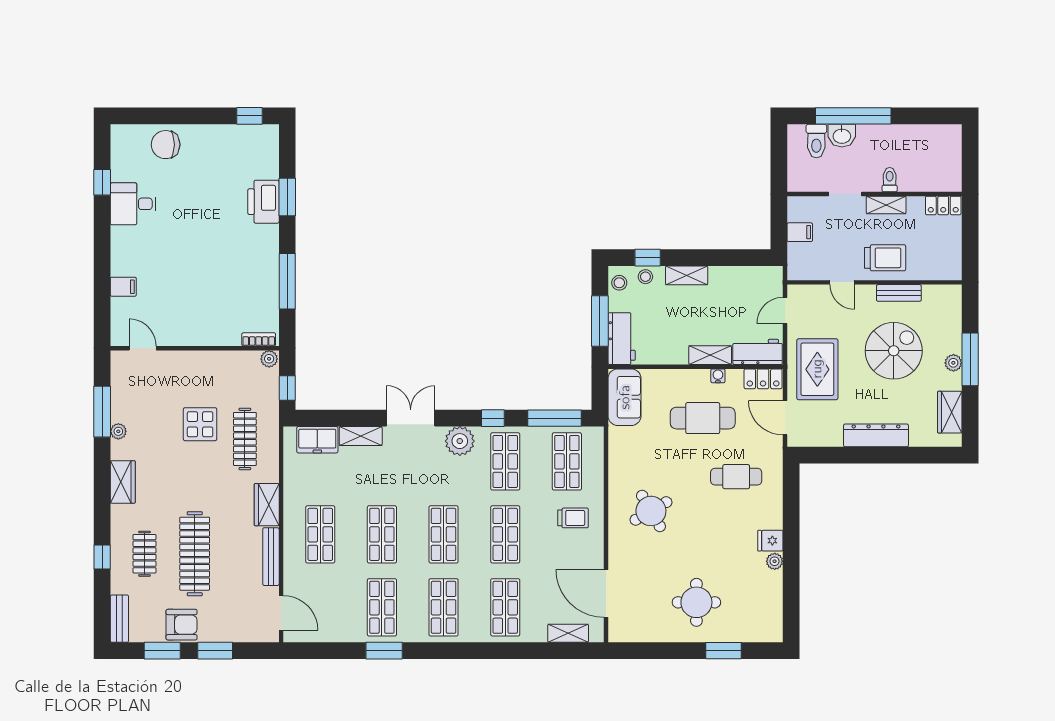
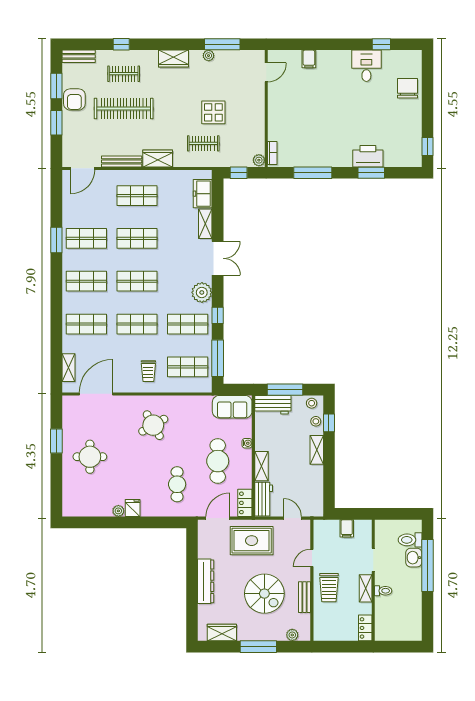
plant: (953, 363) -> (292, 635), moved
water cooler: (718, 376) -> (247, 443), moved
clothes rail: (245, 439) -> (203, 143), width x0.73
window: (723, 651) -> (56, 441), moved

